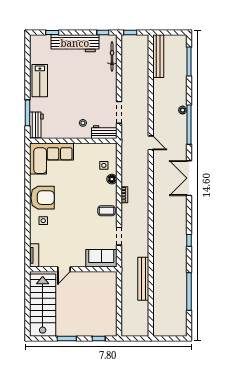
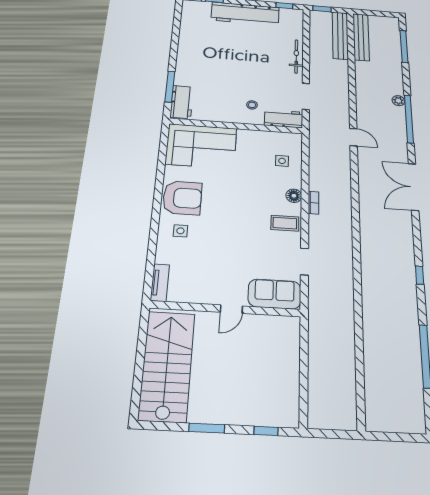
bicycle: (112, 56) -> (296, 56), moved
lab bench: (40, 81) -> (192, 51), removed
floor lamp: (112, 179) -> (294, 196), moved
door: (64, 269) -> (231, 309), moved
bench: (143, 279) -> (340, 35), moved

